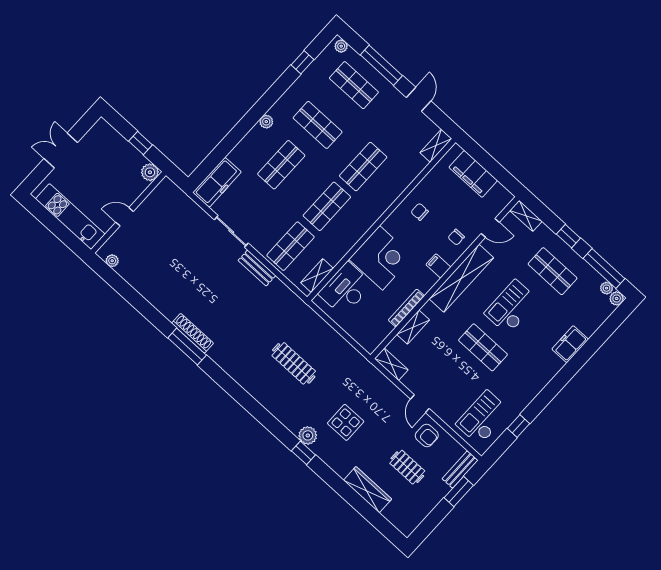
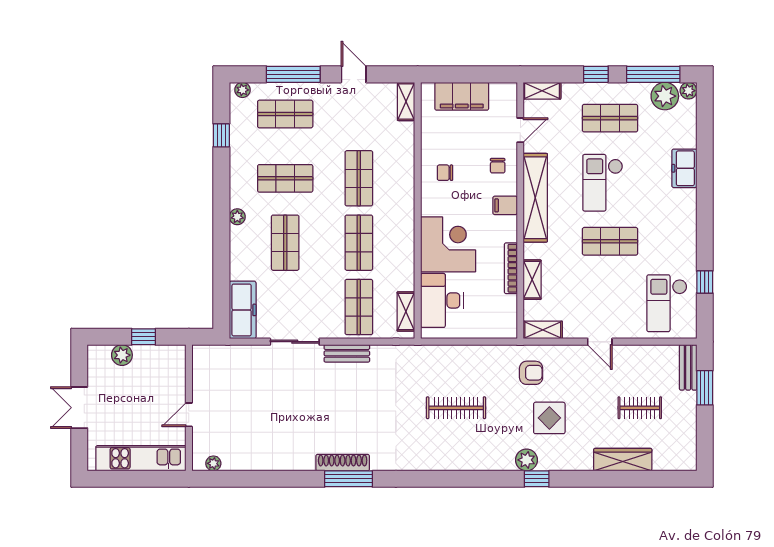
plant: (150, 172) -> (122, 355), moved
plant: (607, 288) -> (665, 96), width x1.87, depth x1.87
armchair: (427, 436) -> (531, 373), moved

